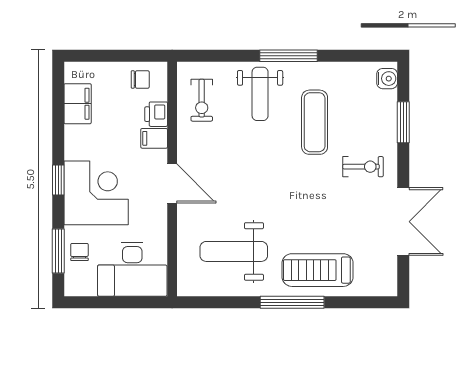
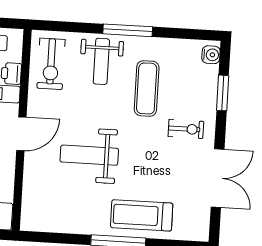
exercise bike: (202, 100) -> (51, 64), width x1.38, depth x1.39
door: (172, 184) -> (21, 134), hinge flipped
weight bench: (234, 251) -> (89, 155), moved

